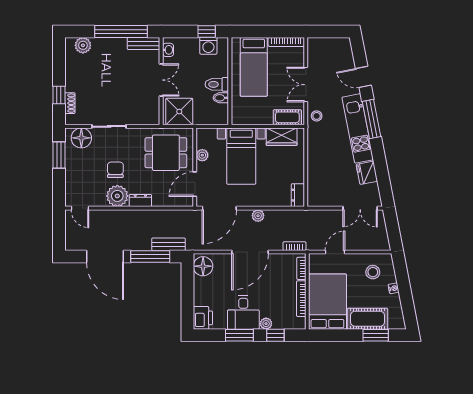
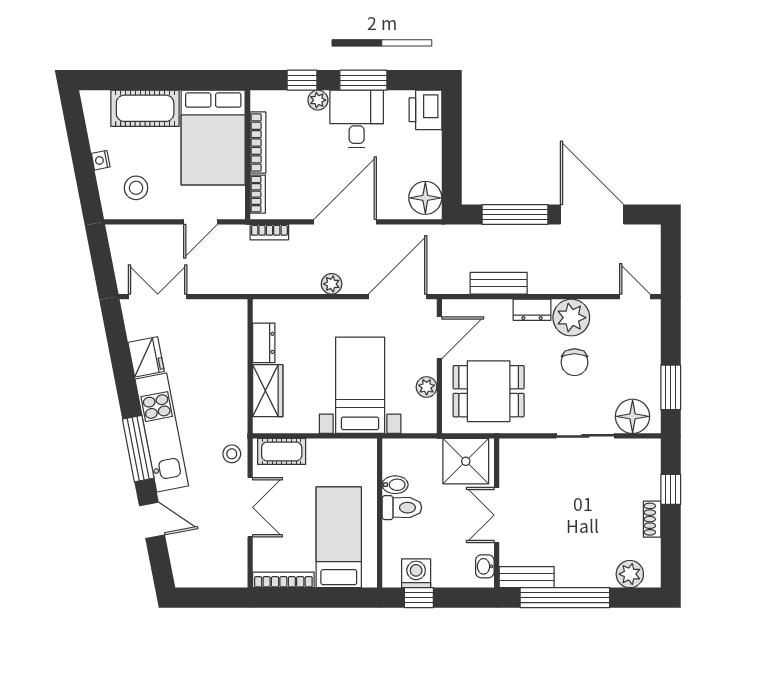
shoe rack: (70, 103) -> (652, 519), moved
wardrobe: (282, 137) -> (268, 391), moved, turned 90
dresser: (298, 195) -> (264, 343), moved
bench: (169, 244) -> (499, 283), moved
window: (376, 335) -> (131, 80), removed

